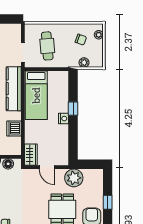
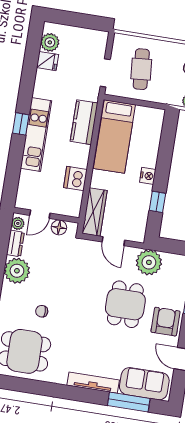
kitchen counter: (14, 89) -> (84, 122), width x0.67
window: (73, 109) -> (157, 202), moved
wardrobe: (31, 155) -> (95, 212), width x1.50

